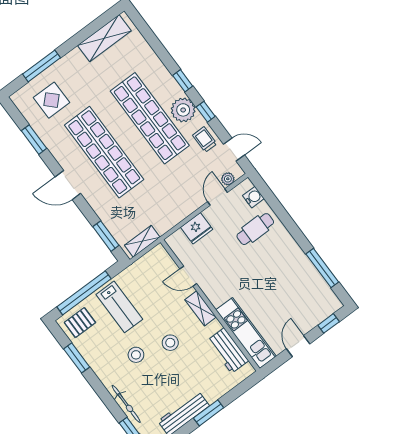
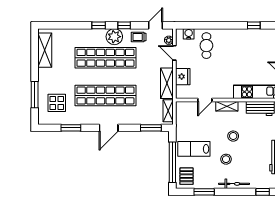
shelving: (174, 215) -> (167, 83), added
window: (322, 268) -> (254, 25), width x0.46
lab bench: (119, 307) -> (194, 149), turned 180
bicycle: (126, 404) -> (234, 184), moved

